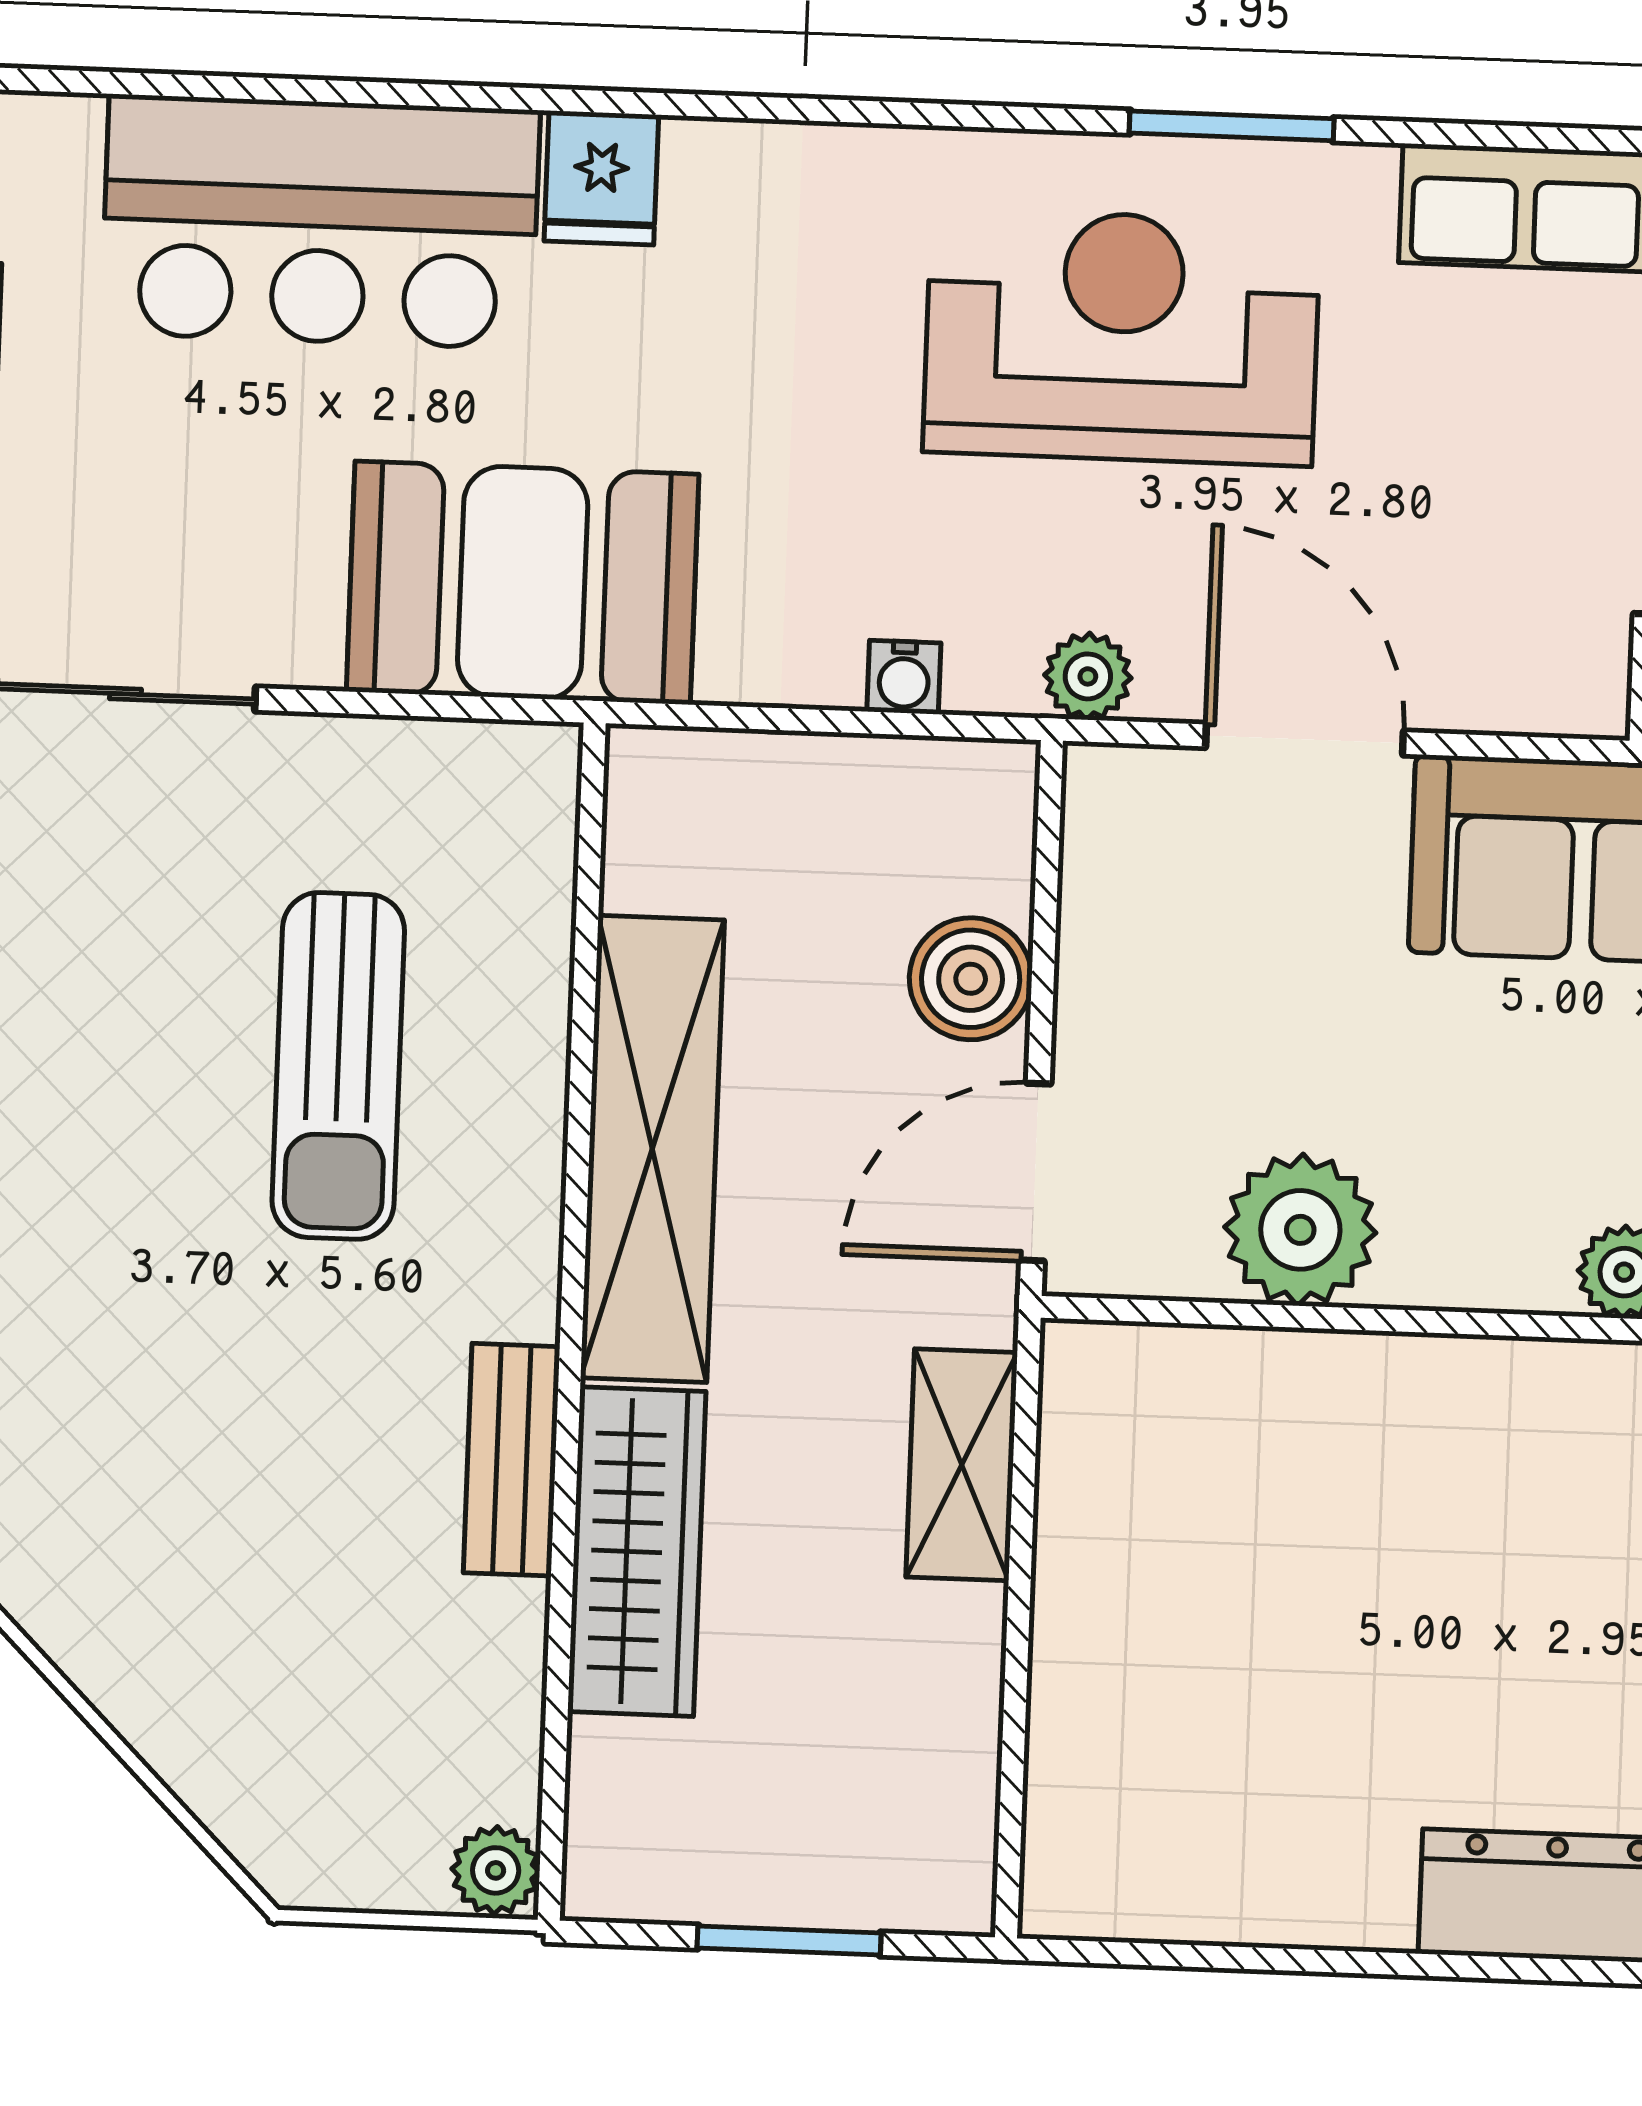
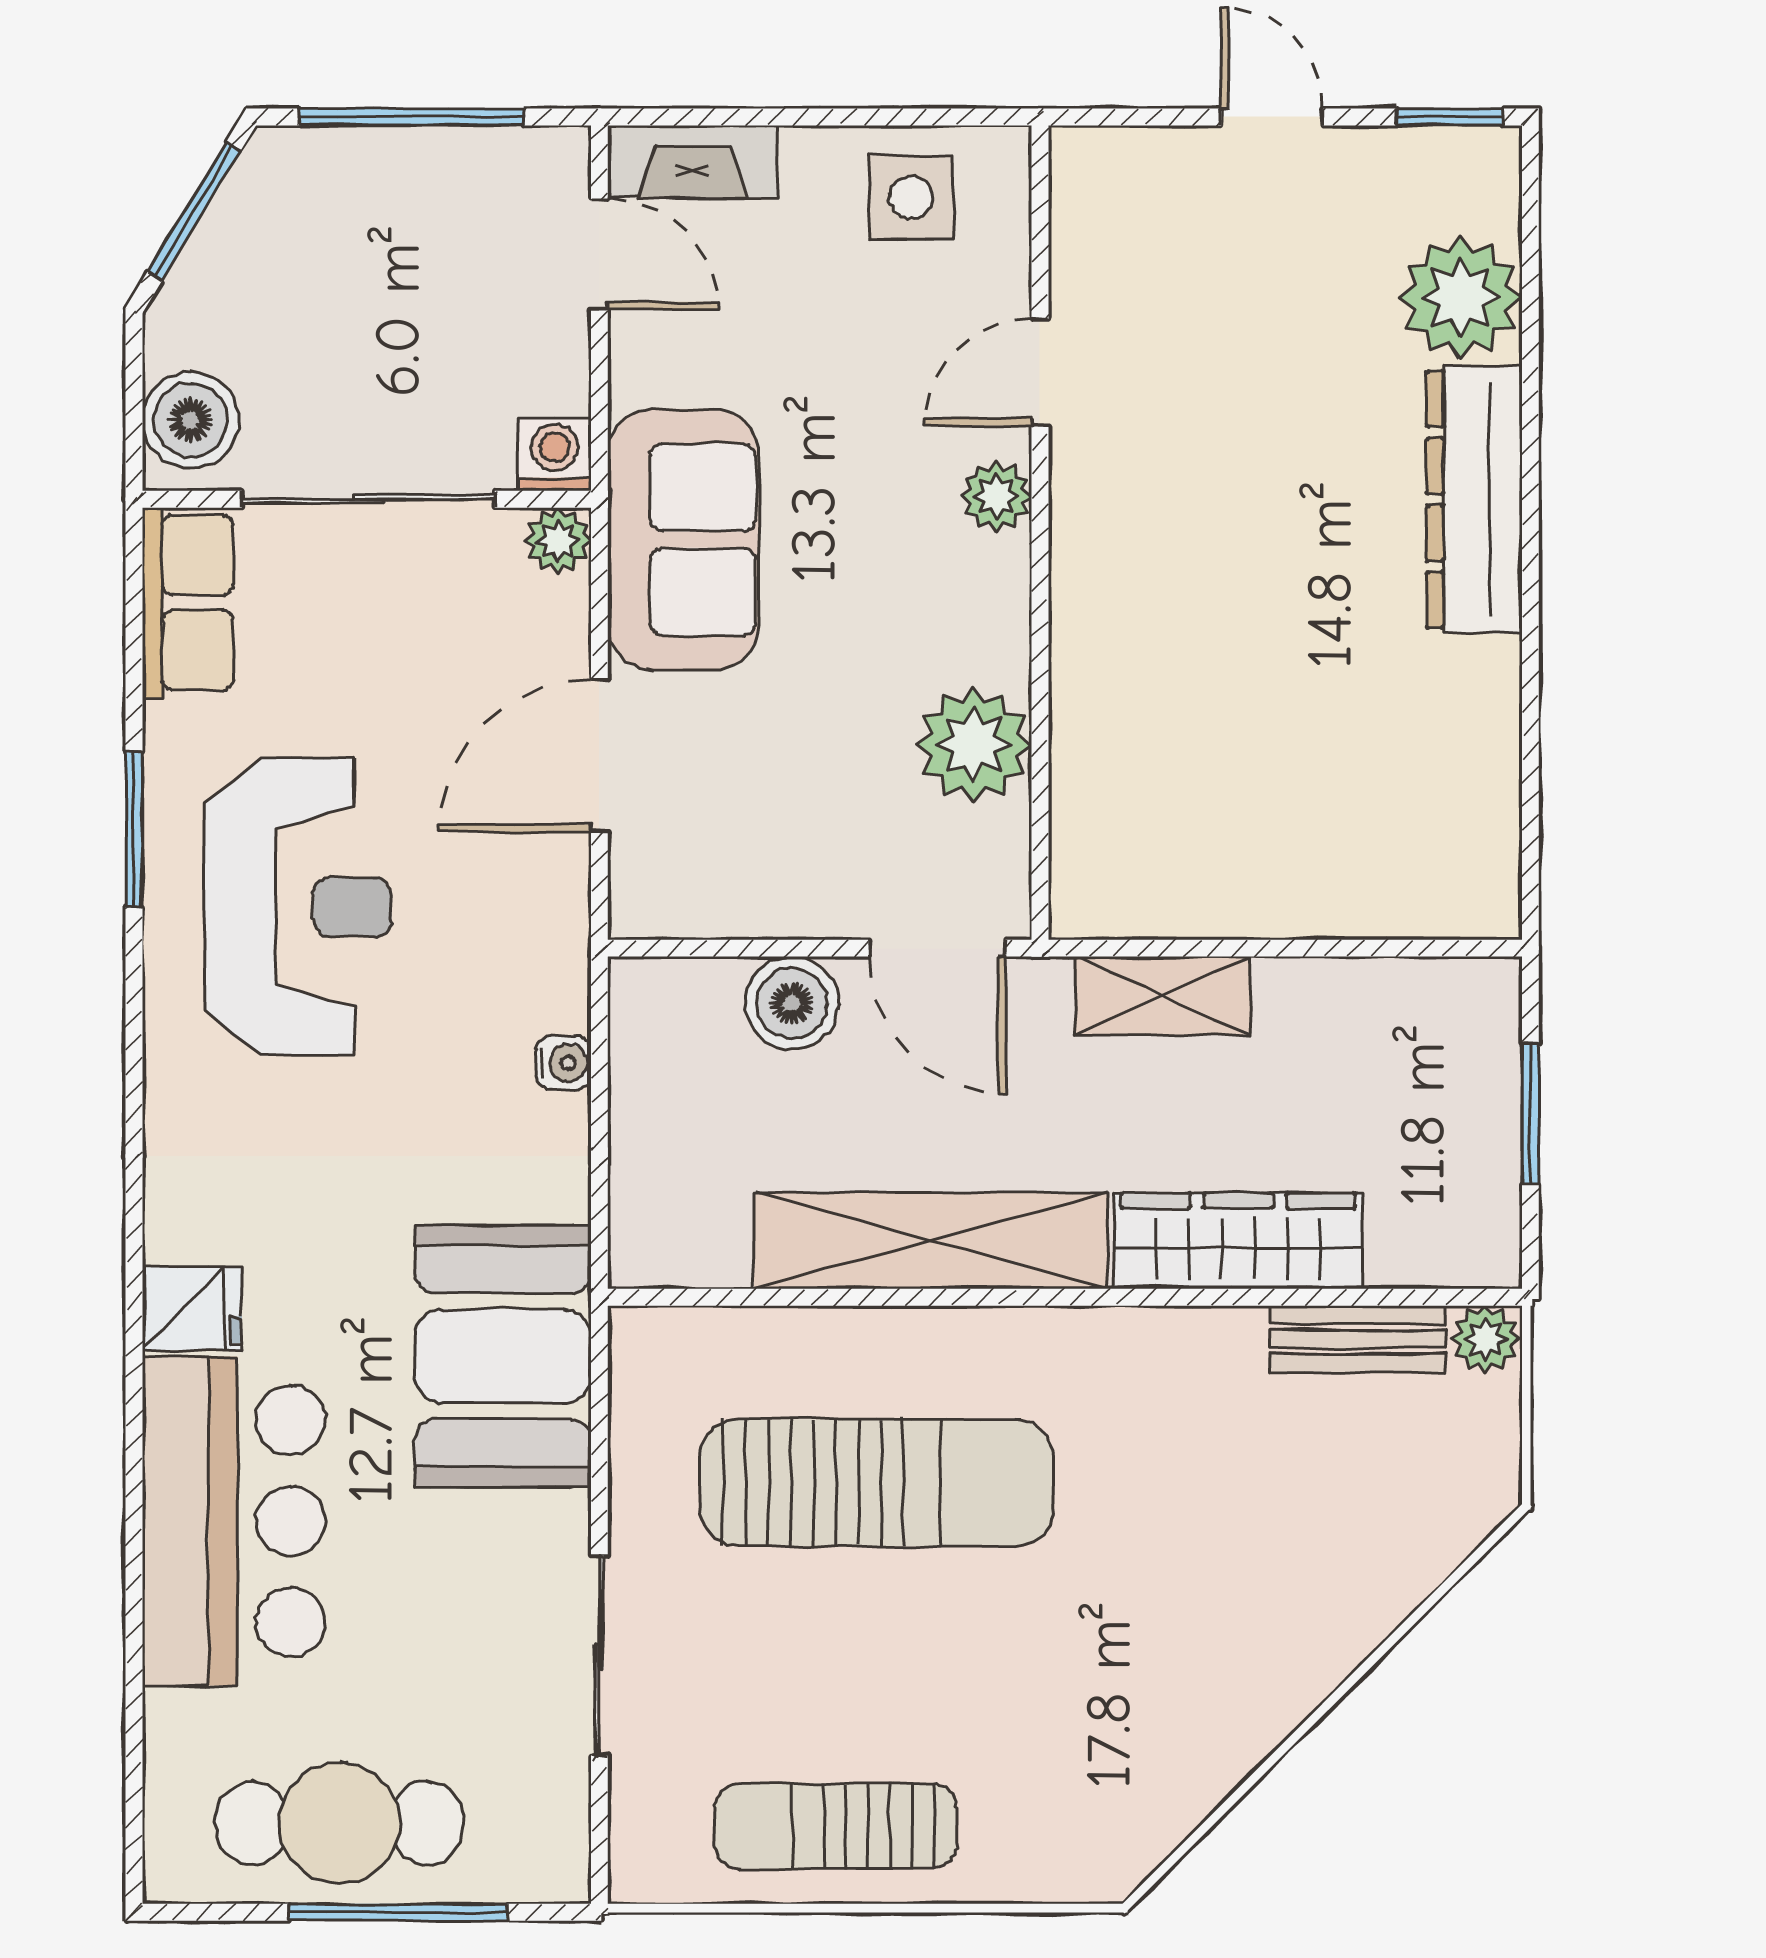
reception desk: (1122, 337) -> (298, 907), turned 180
plant: (1088, 676) -> (558, 541), moved
sun lounger: (338, 1066) -> (877, 1483), width x1.36, depth x1.34
bench: (512, 1460) -> (1358, 1339), moved

